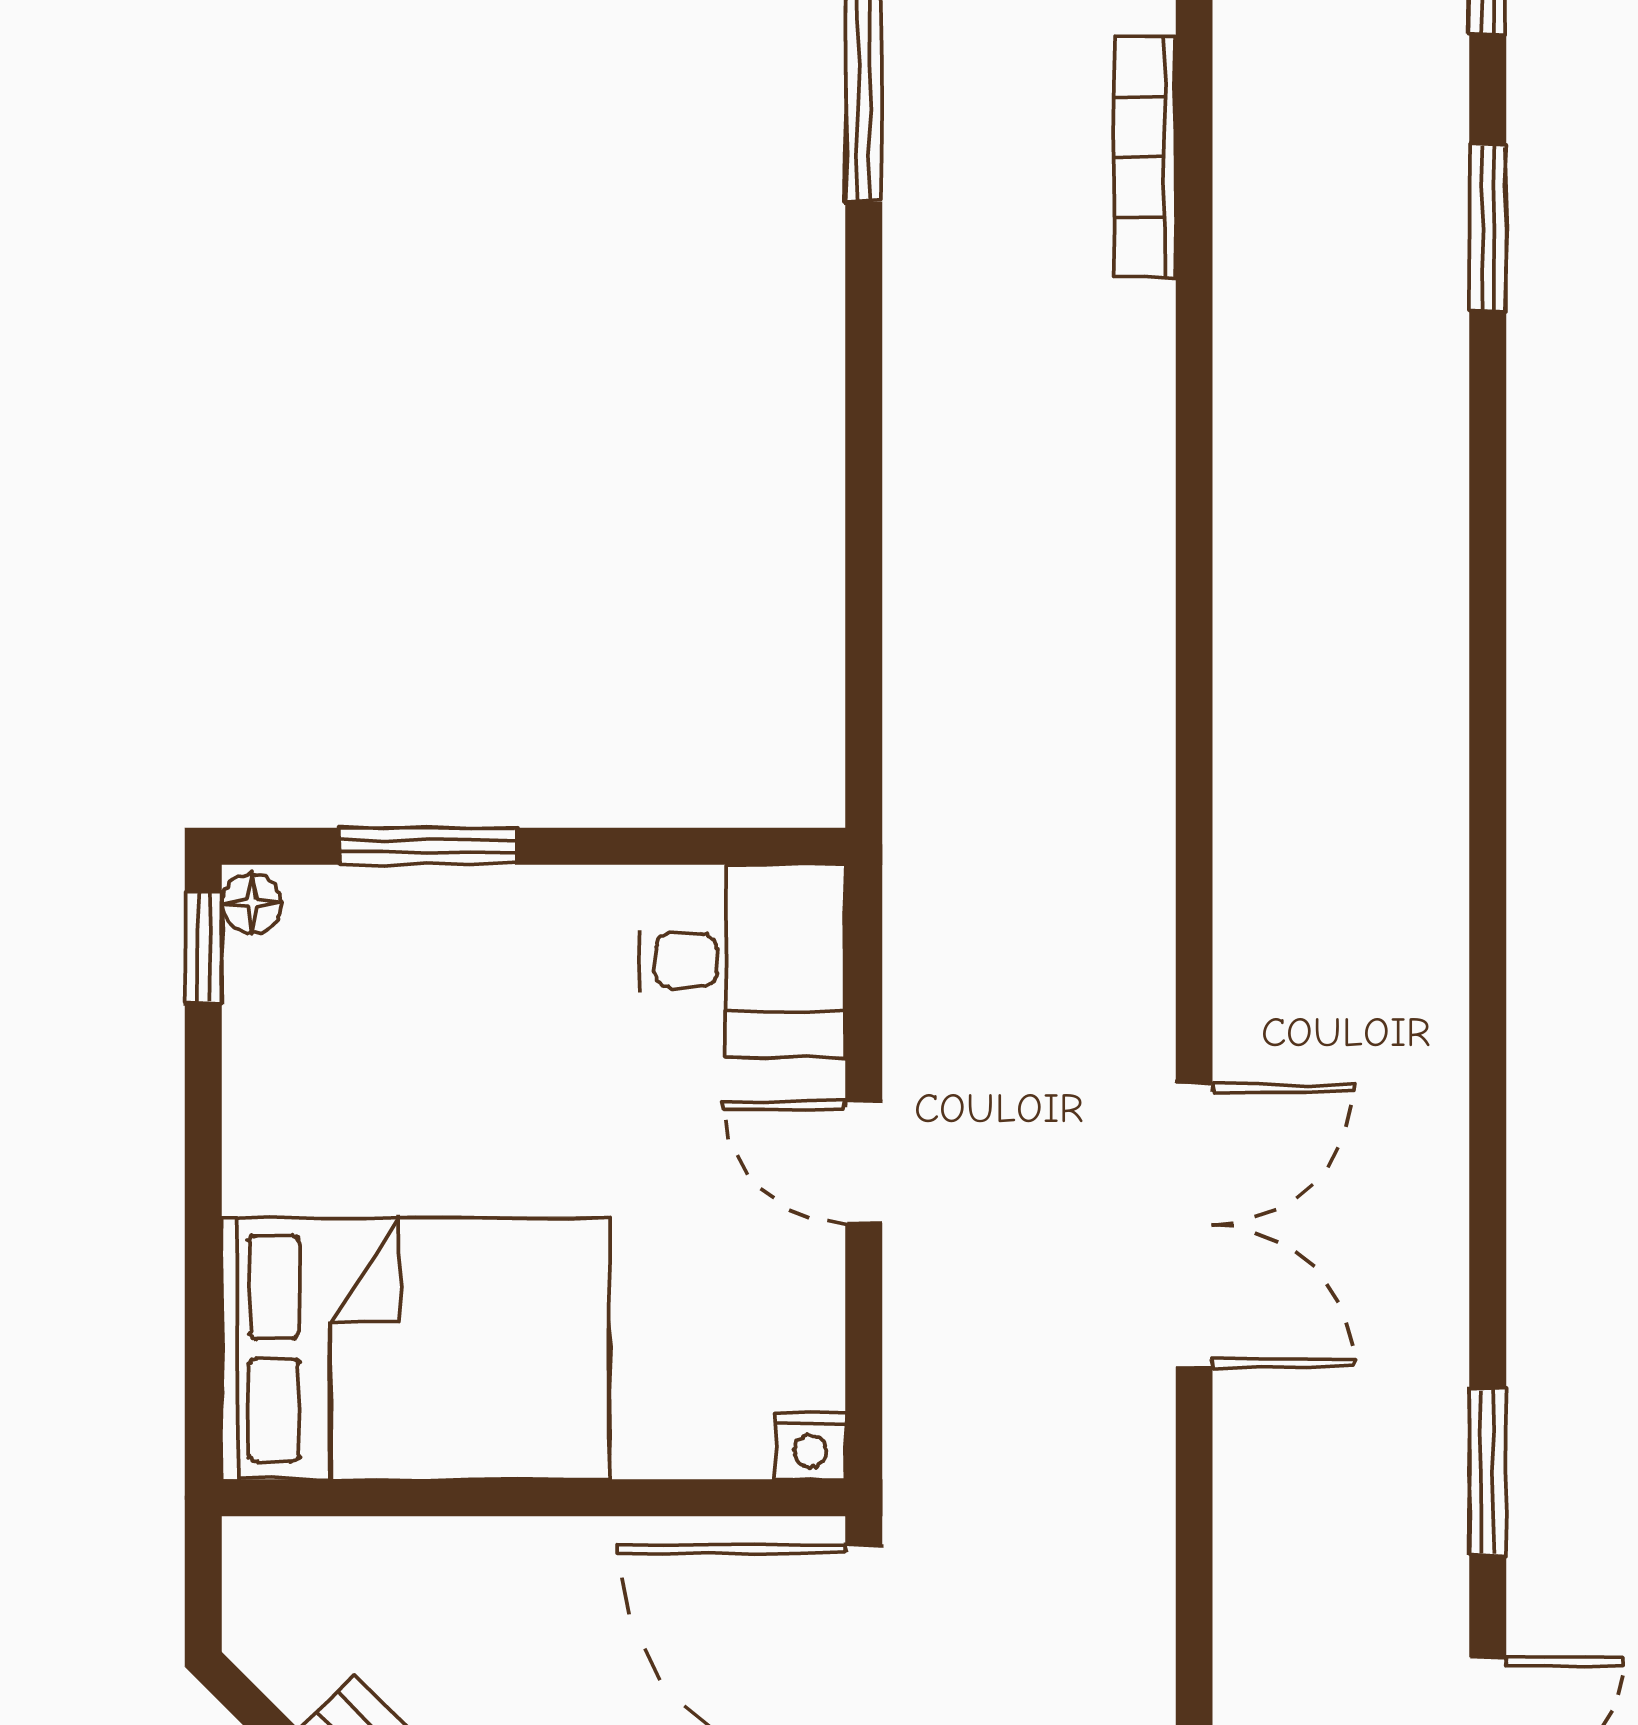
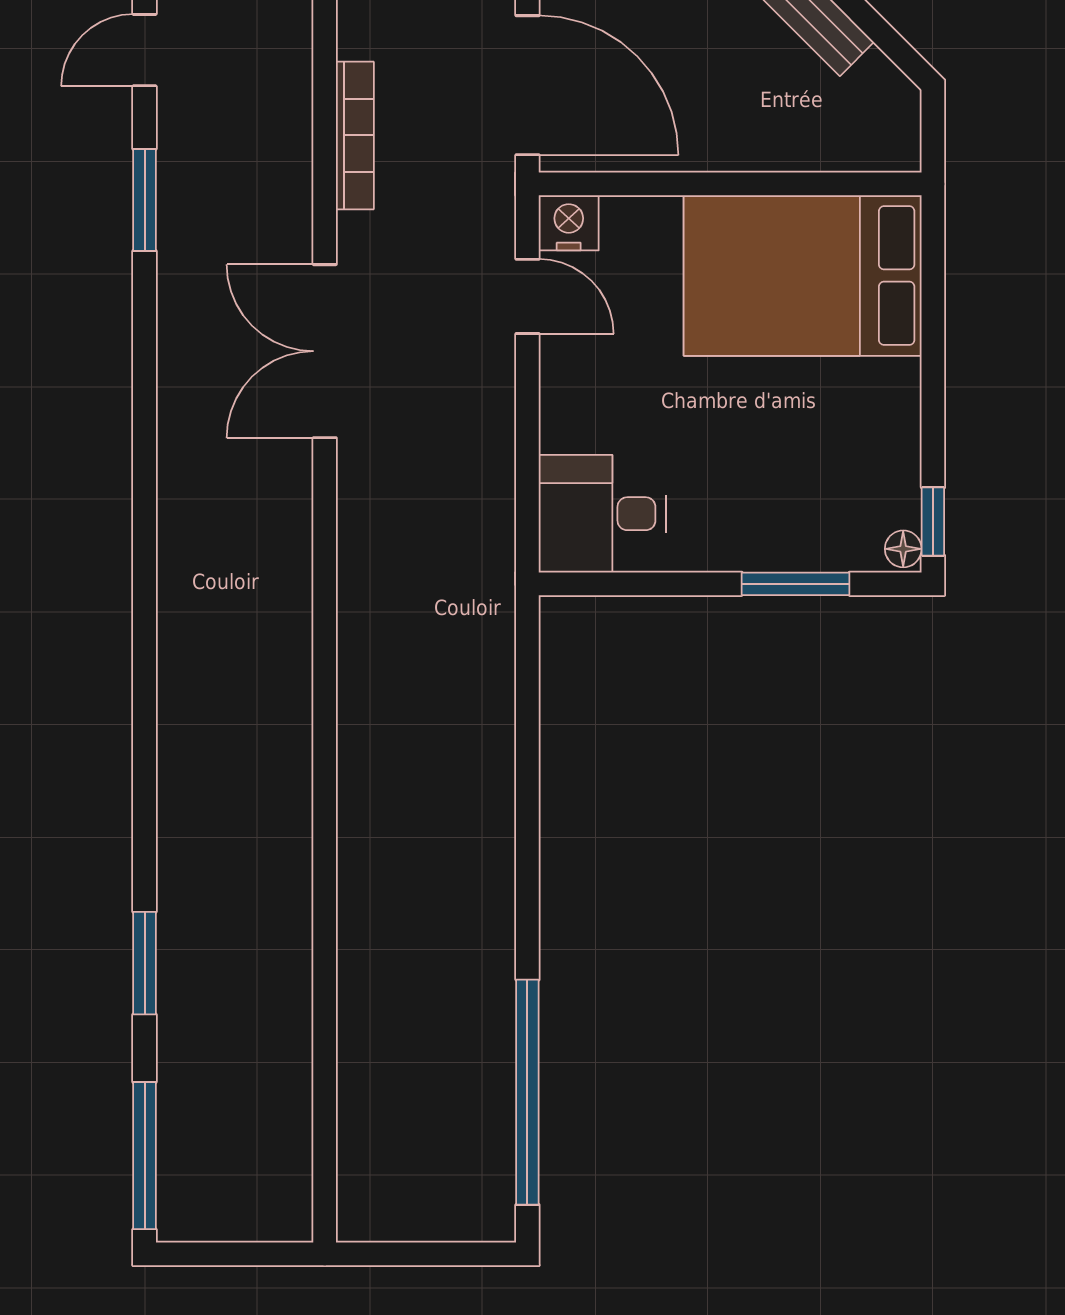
bookcase: (1145, 157) -> (355, 135), moved
door: (864, 1162) -> (527, 296), moved
nightstand: (810, 1446) -> (569, 223), width x1.39, depth x1.35

